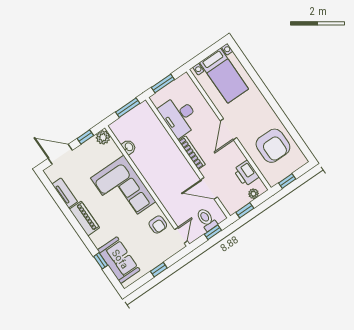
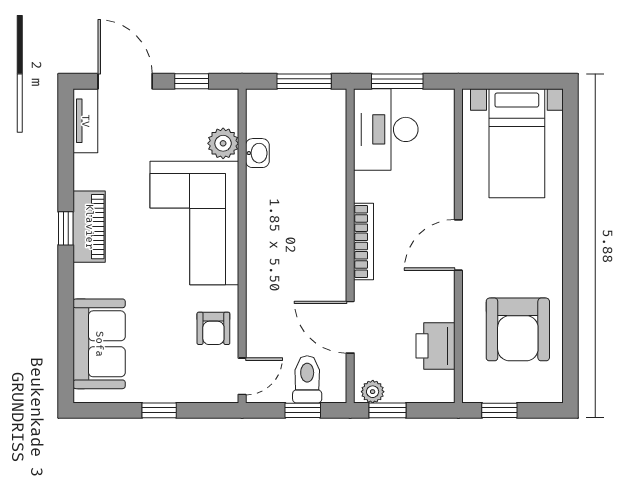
desk: (179, 116) -> (386, 129), moved
plant: (103, 137) -> (223, 143), moved
tv unit: (65, 193) -> (85, 121), moved
plant: (254, 194) -> (373, 392), moved
window: (101, 261) -> (66, 228), moved

